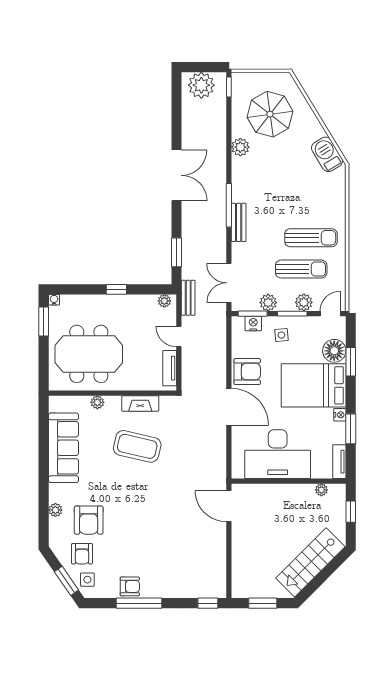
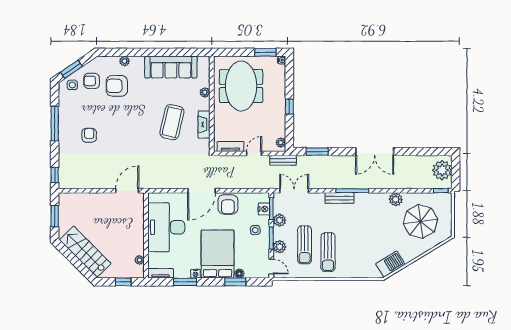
floor lamp: (334, 351) -> (239, 274), width x0.53, depth x0.53
armchair: (130, 586) -> (89, 135), moved, turned 180

